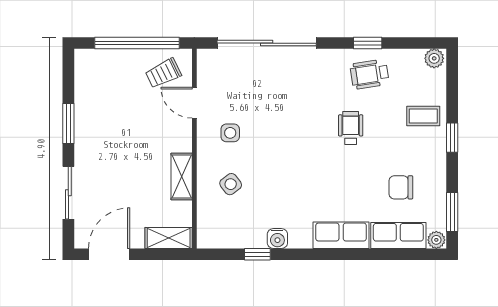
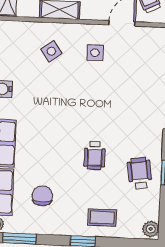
coffee table: (423, 116) -> (102, 218), turned 90
wheelchair: (351, 128) -> (95, 155), turned 90

